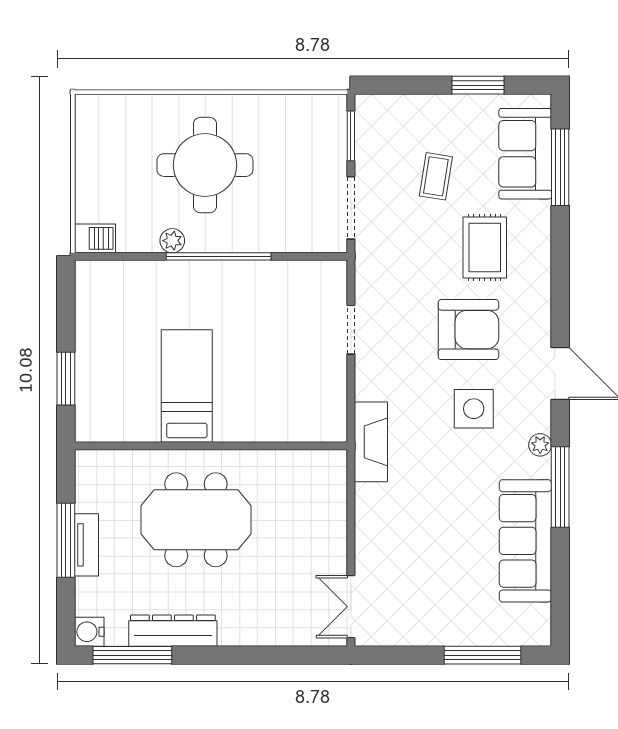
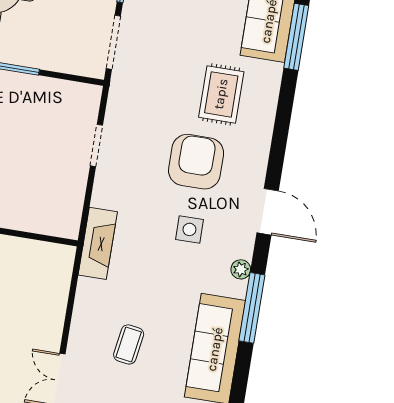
coffee table: (436, 176) -> (129, 344), moved
armchair: (468, 330) -> (196, 162), turned -90
side table: (474, 409) -> (189, 229), width x0.73, depth x0.73

